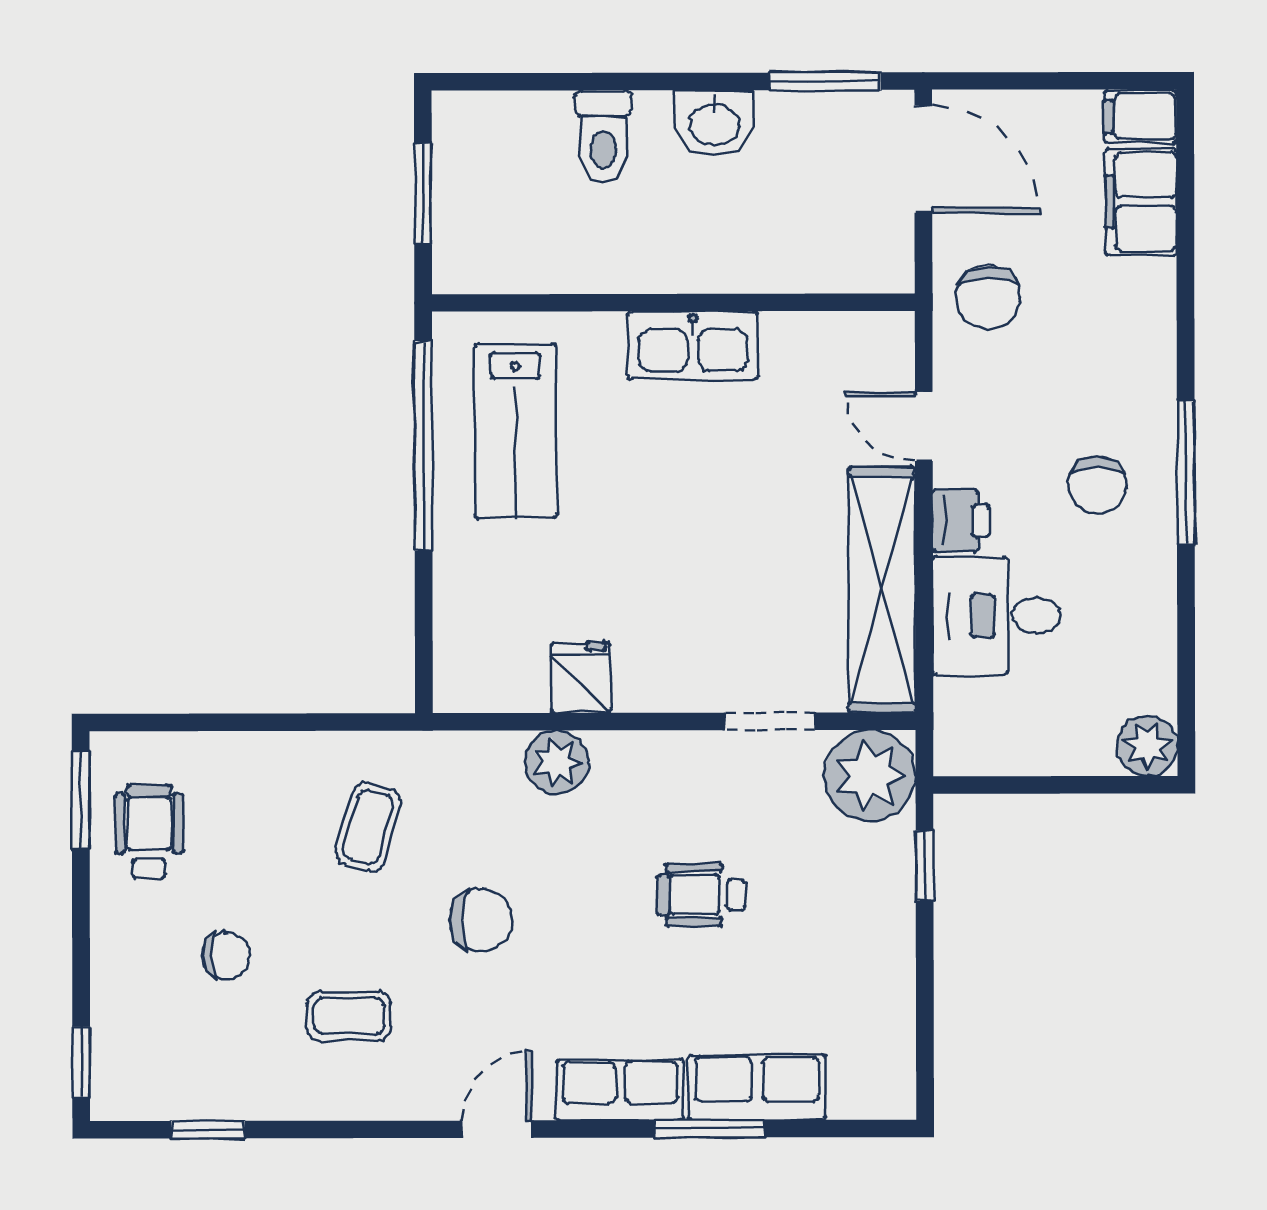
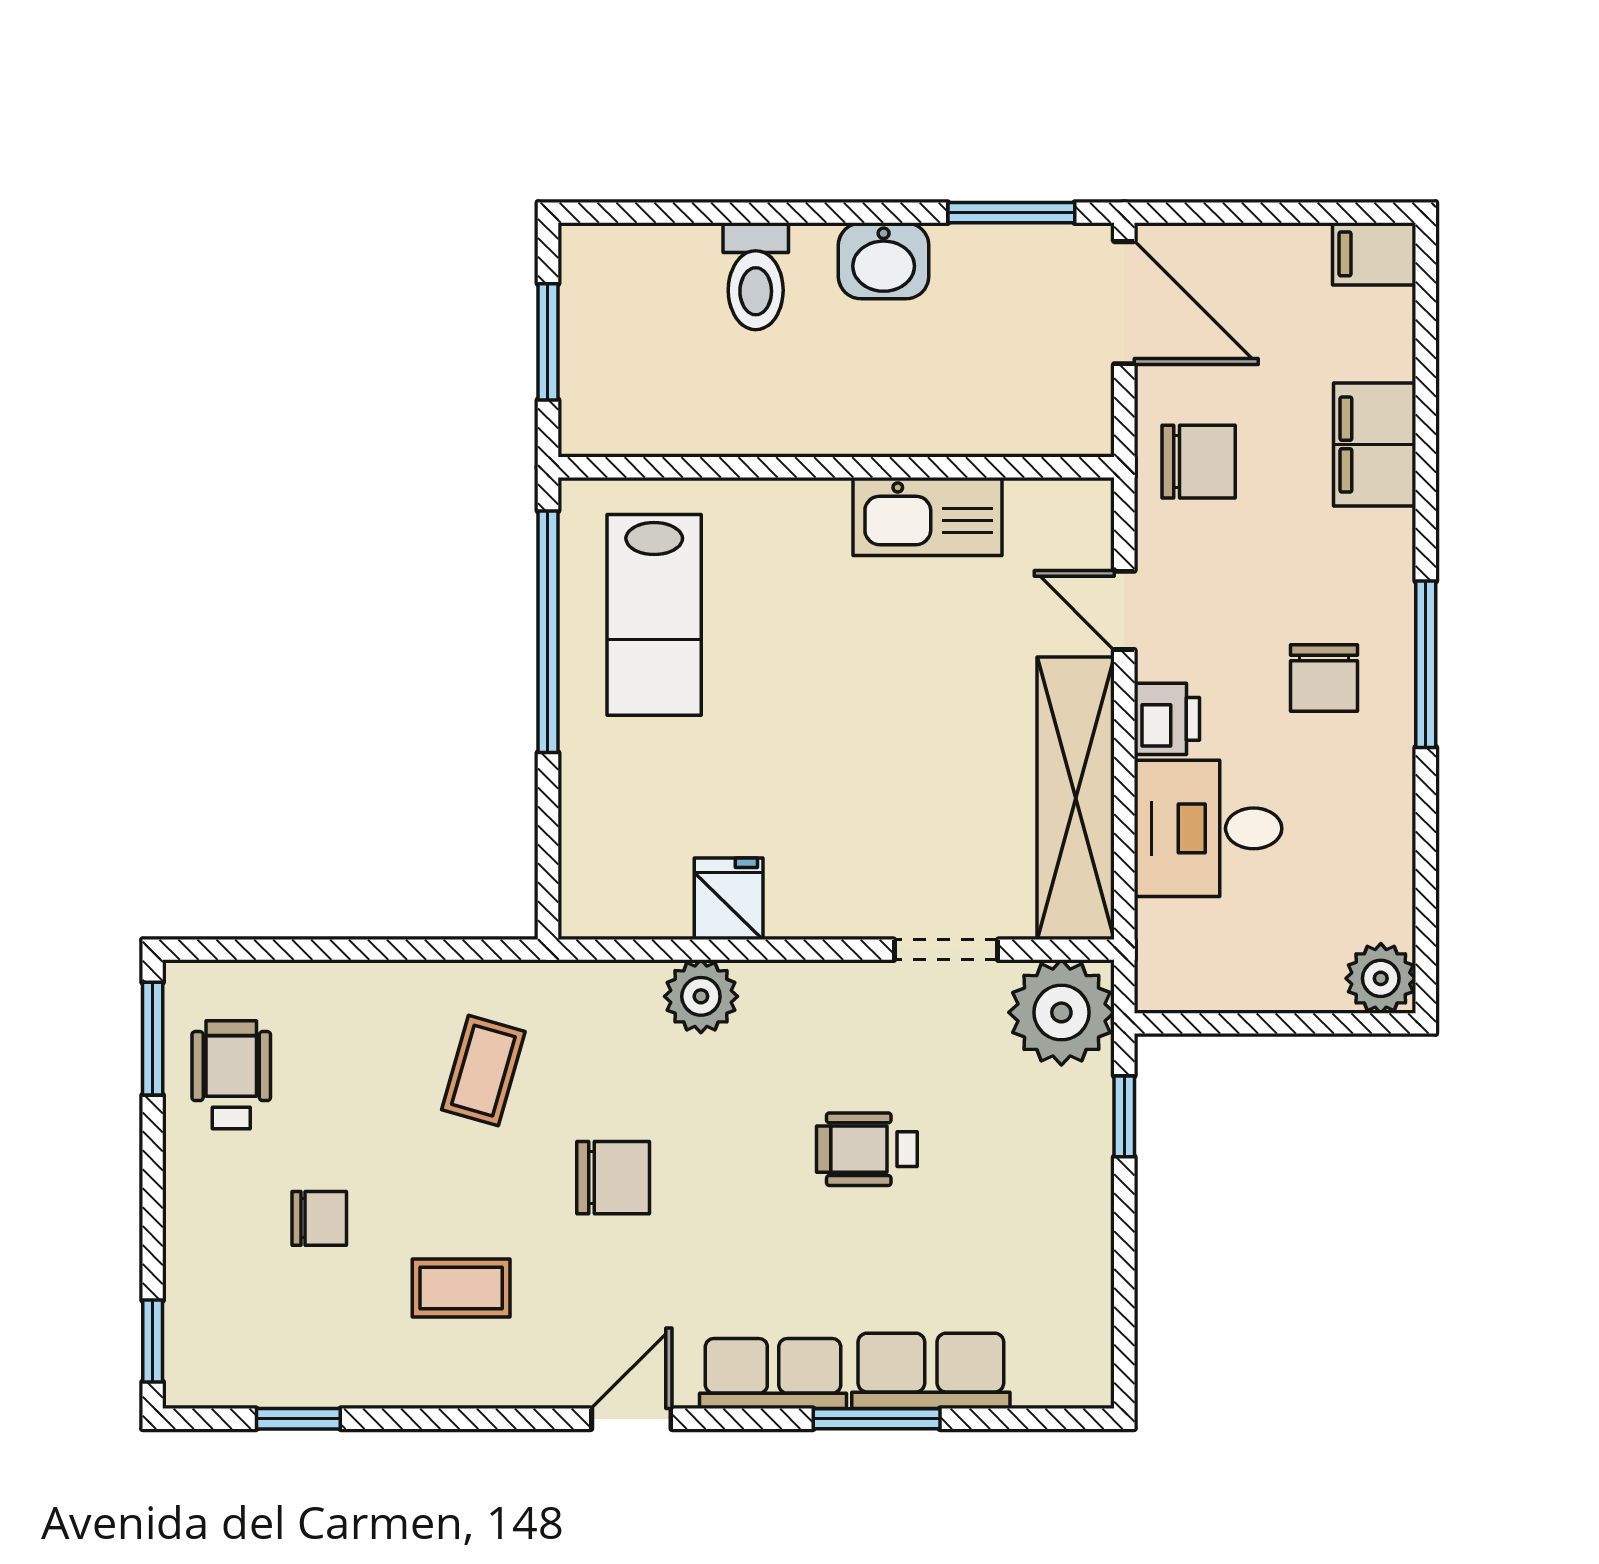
filing cabinet: (1141, 202) -> (1375, 445), moved
chair: (988, 297) -> (1199, 462), turned -90
kitchen sink: (693, 345) -> (928, 517), moved

